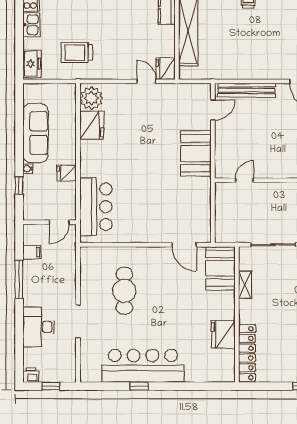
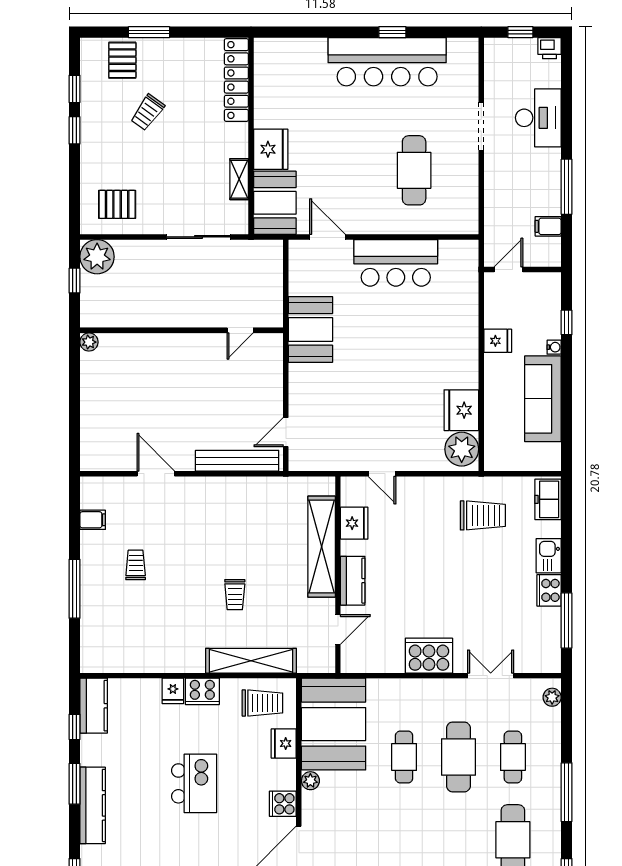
fridge: (166, 69) -> (354, 523), moved
booth: (196, 153) -> (310, 329), moved
bar counter: (96, 207) -> (396, 263), moved, turned -90
fridge: (223, 334) -> (271, 149), moved

